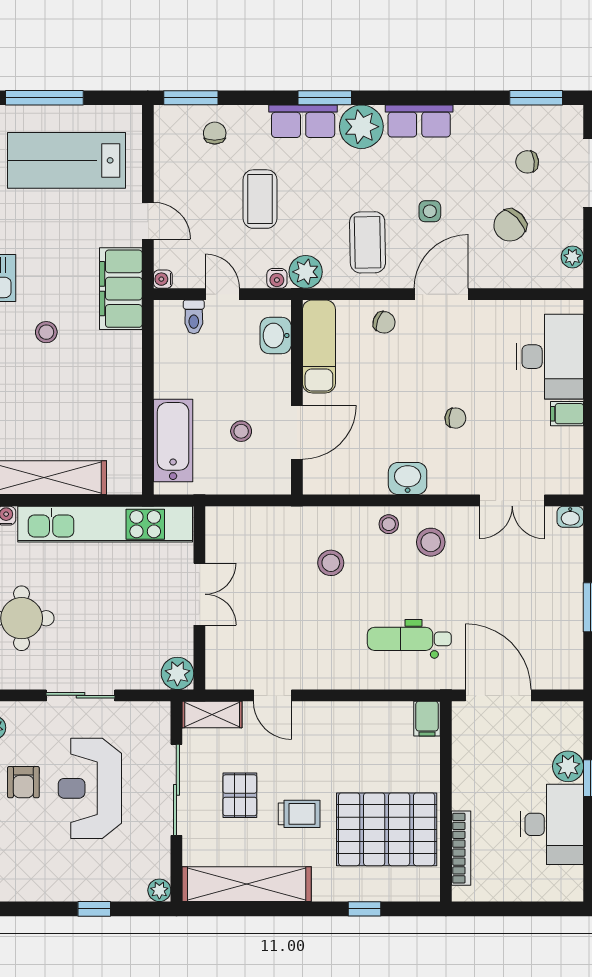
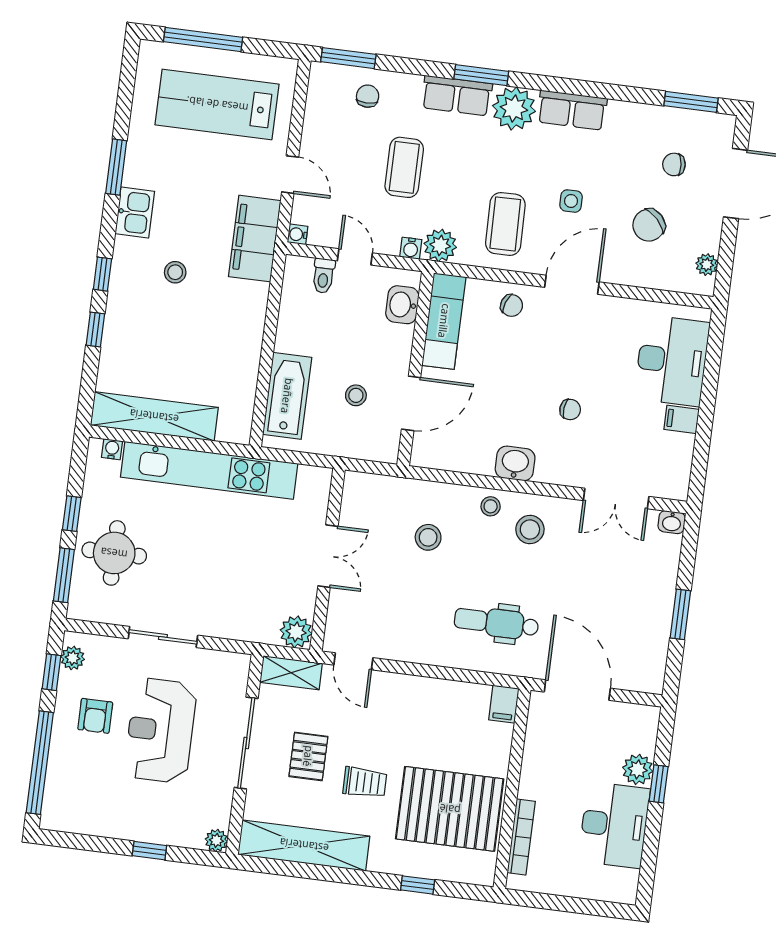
double door: (199, 594) -> (328, 556), moved
wall: (199, 598) -> (327, 560), moved
plant: (177, 673) -> (296, 632), moved

